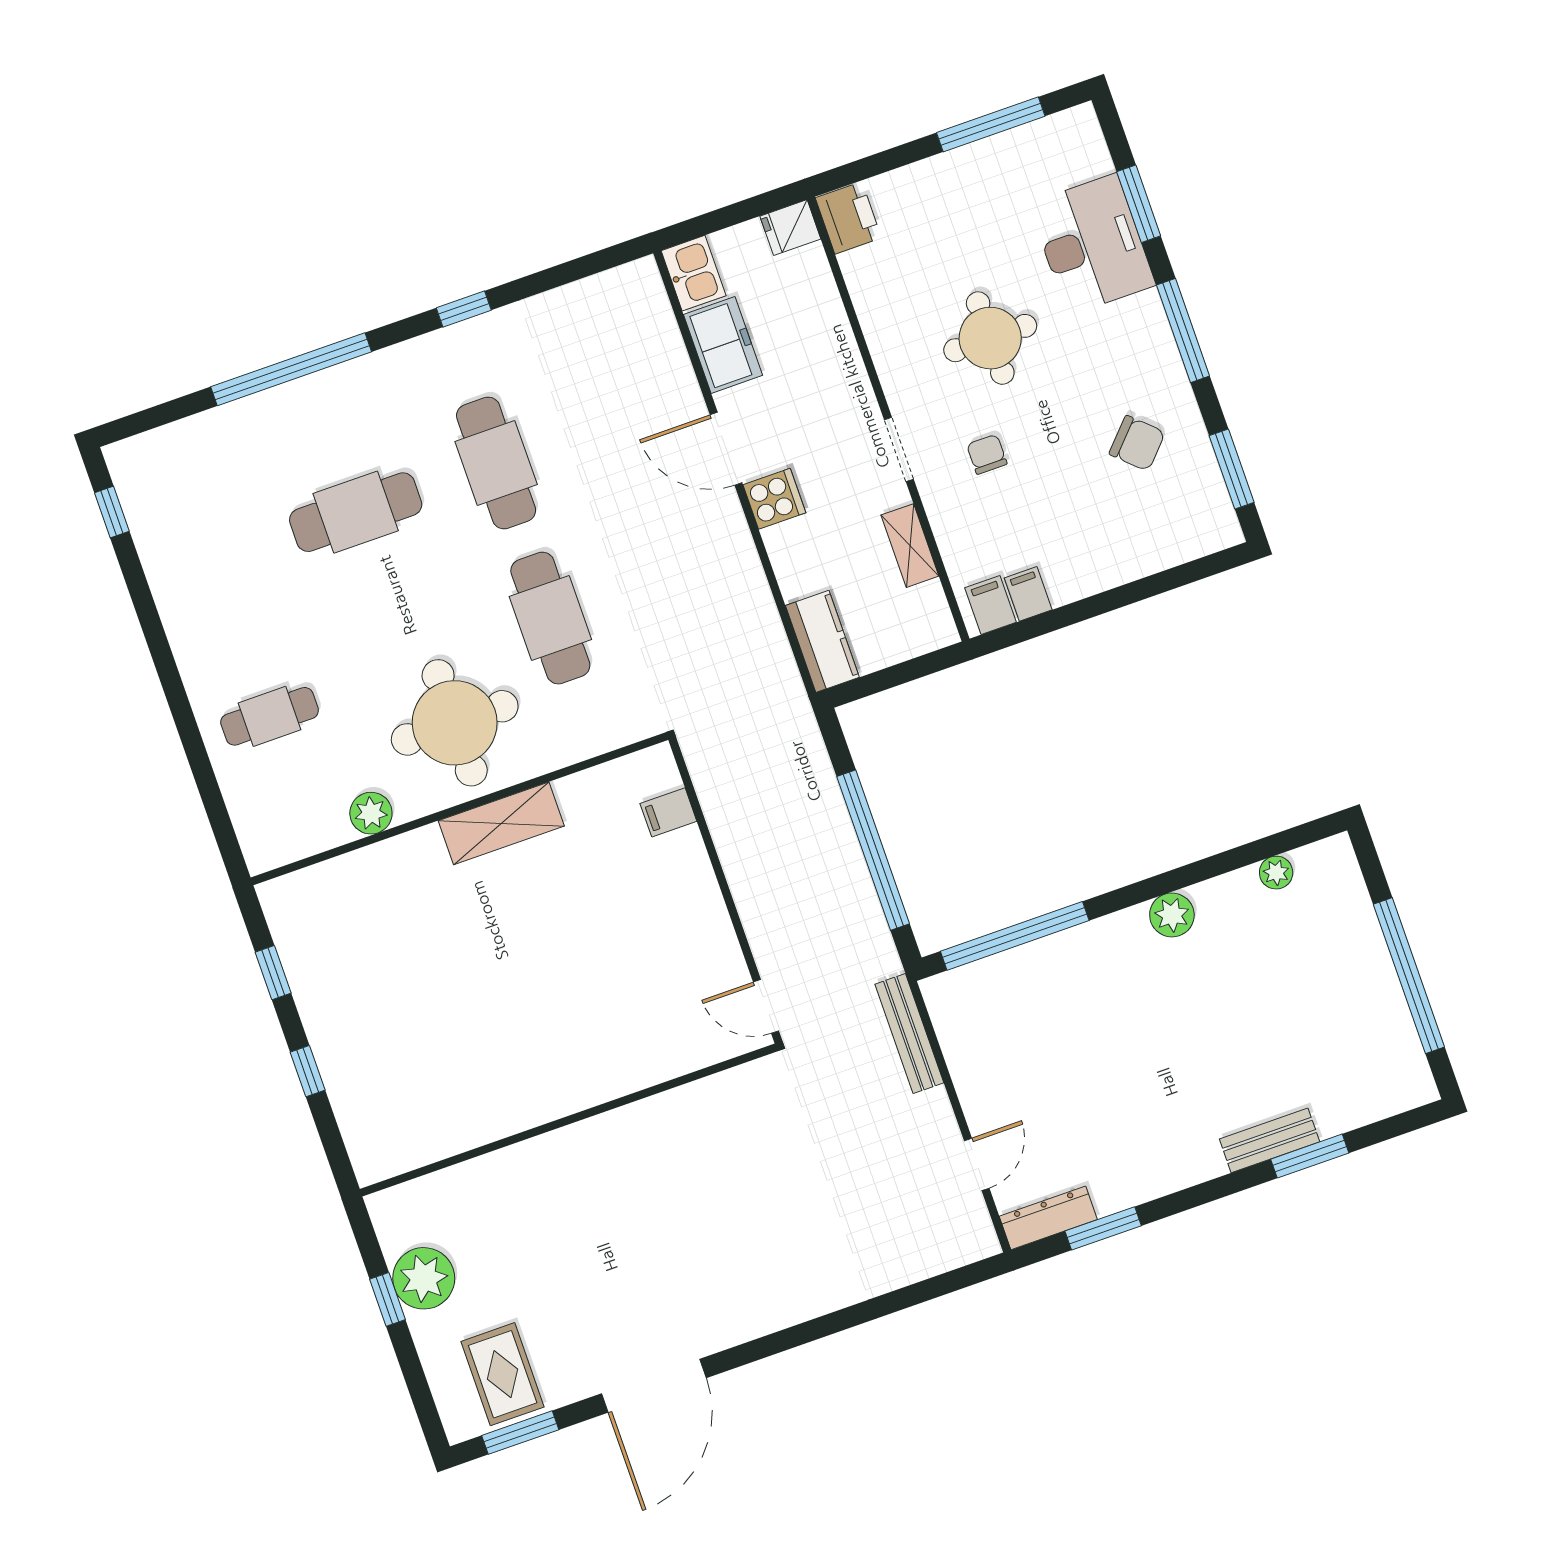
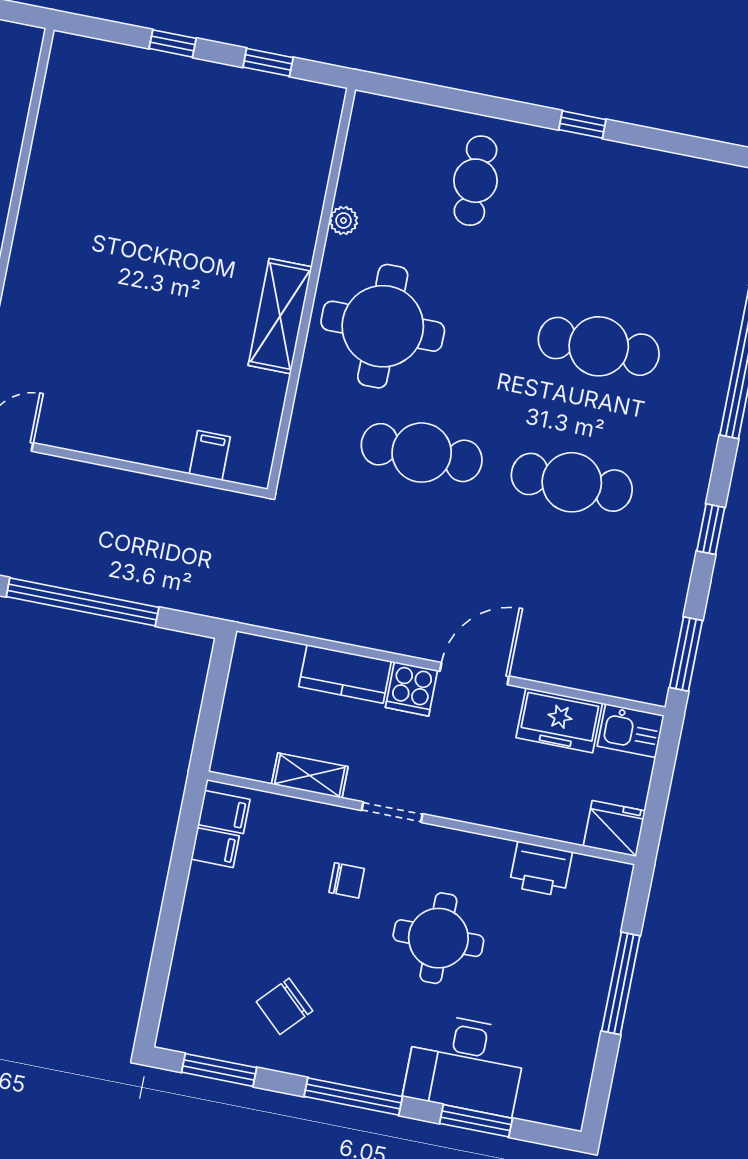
window: (991, 124) -> (621, 983), moved
printer: (848, 218) -> (541, 869), moved
fridge: (790, 228) -> (614, 828), width x1.38
window: (593, 264) -> (686, 654), added
window: (112, 512) -> (582, 125), moved
cafe table: (356, 512) -> (599, 346), turned 90
kitchen counter: (822, 641) -> (345, 674), moved
plant: (371, 813) -> (344, 221), width x0.73, depth x0.73

